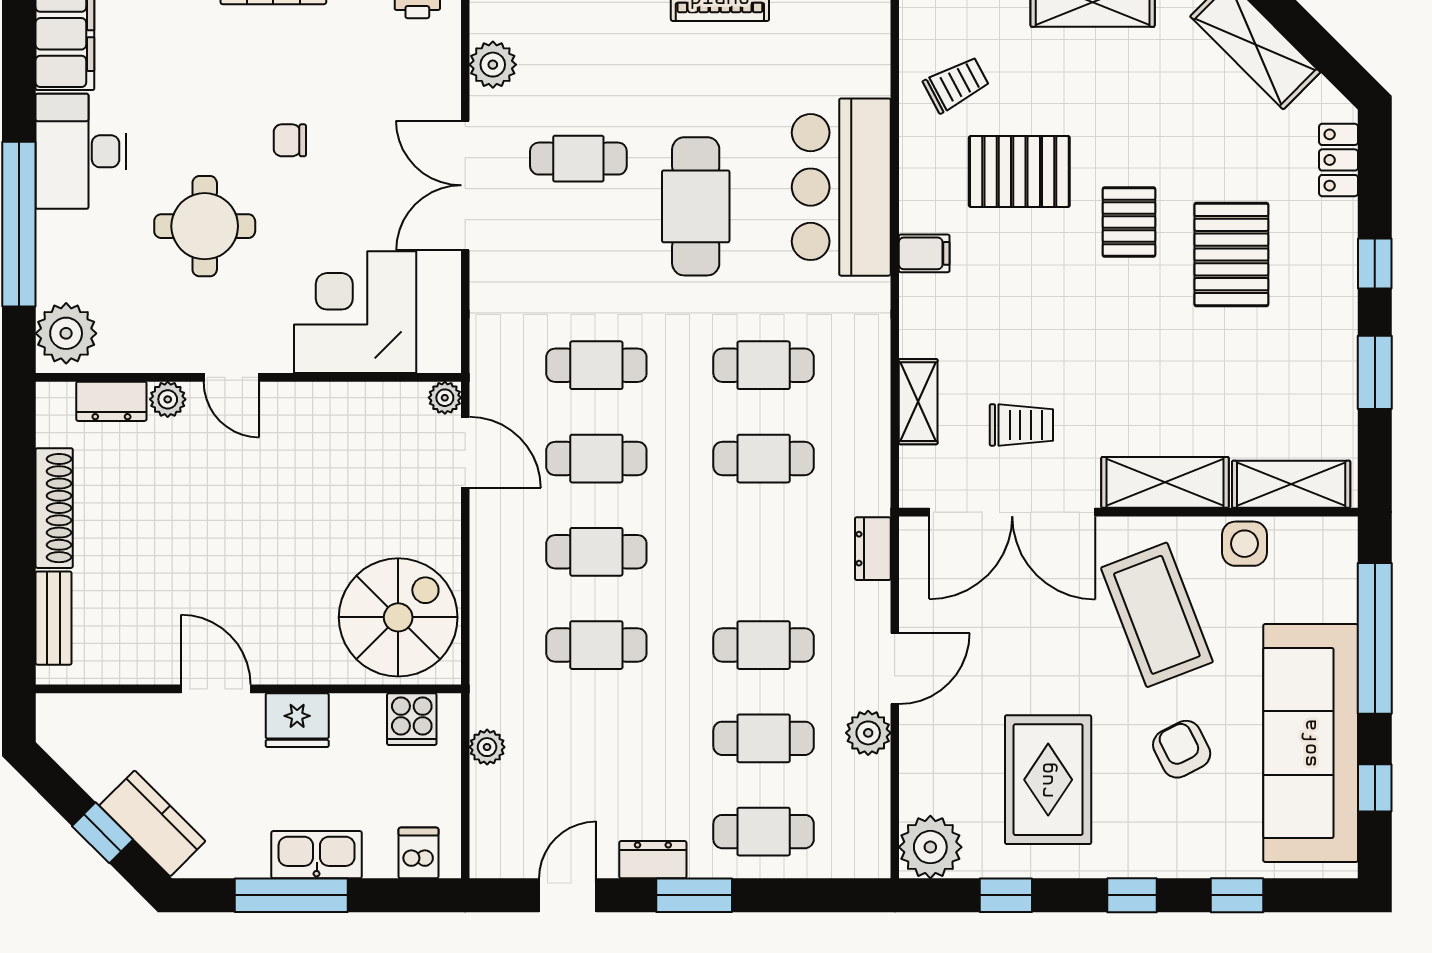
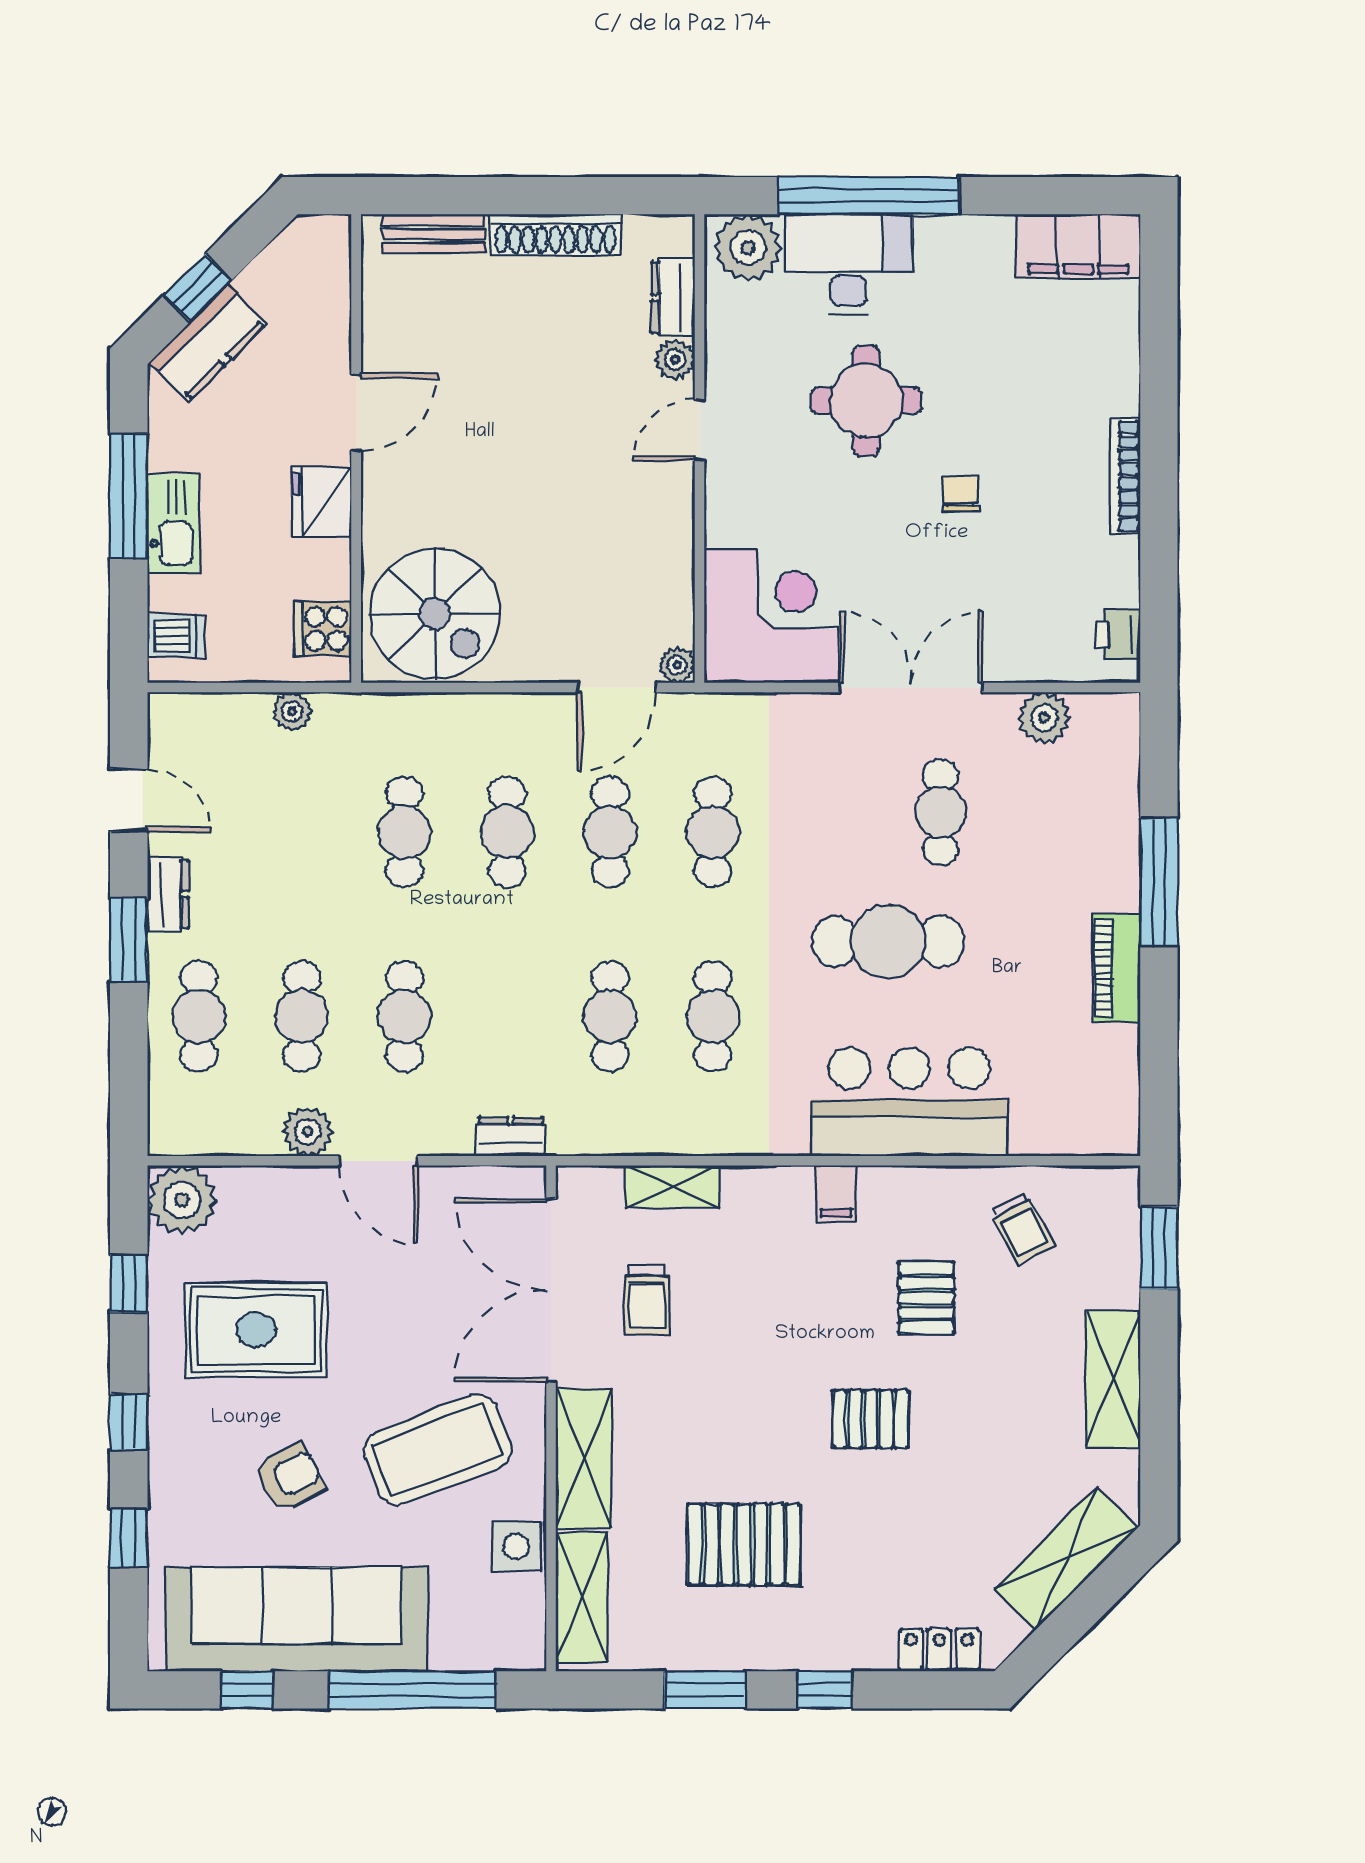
desk: (81, 151) -> (849, 264), moved
pallet: (1019, 171) -> (926, 1298), width x0.67, depth x0.71
pallet: (1231, 254) -> (744, 1544), moved
corner desk: (355, 312) -> (771, 616), moved

